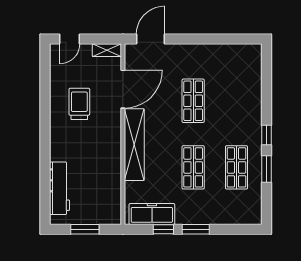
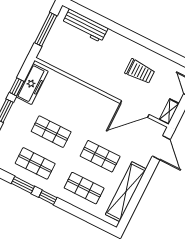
door: (123, 89) -> (135, 109), hinge flipped
shop shelf: (236, 101) -> (84, 188), added
shelving: (134, 145) -> (126, 192), moved, turned 90
window: (85, 229) -> (46, 29), width x1.44

